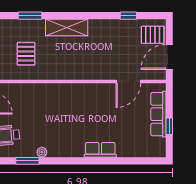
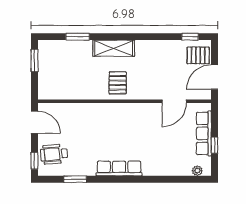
window: (128, 16) -> (190, 37), moved
pallet: (26, 54) -> (118, 83), moved
row of seats: (100, 150) -> (119, 168), moved, width x1.48
plant: (42, 152) -> (197, 171), moved

